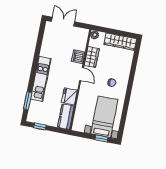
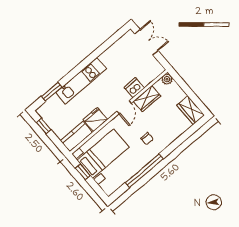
wardrobe: (120, 42) -> (191, 110), width x0.67
window: (126, 104) -> (144, 171), added
bed with nightstands: (104, 117) -> (103, 154), moved
window: (101, 139) -> (83, 172), moved

